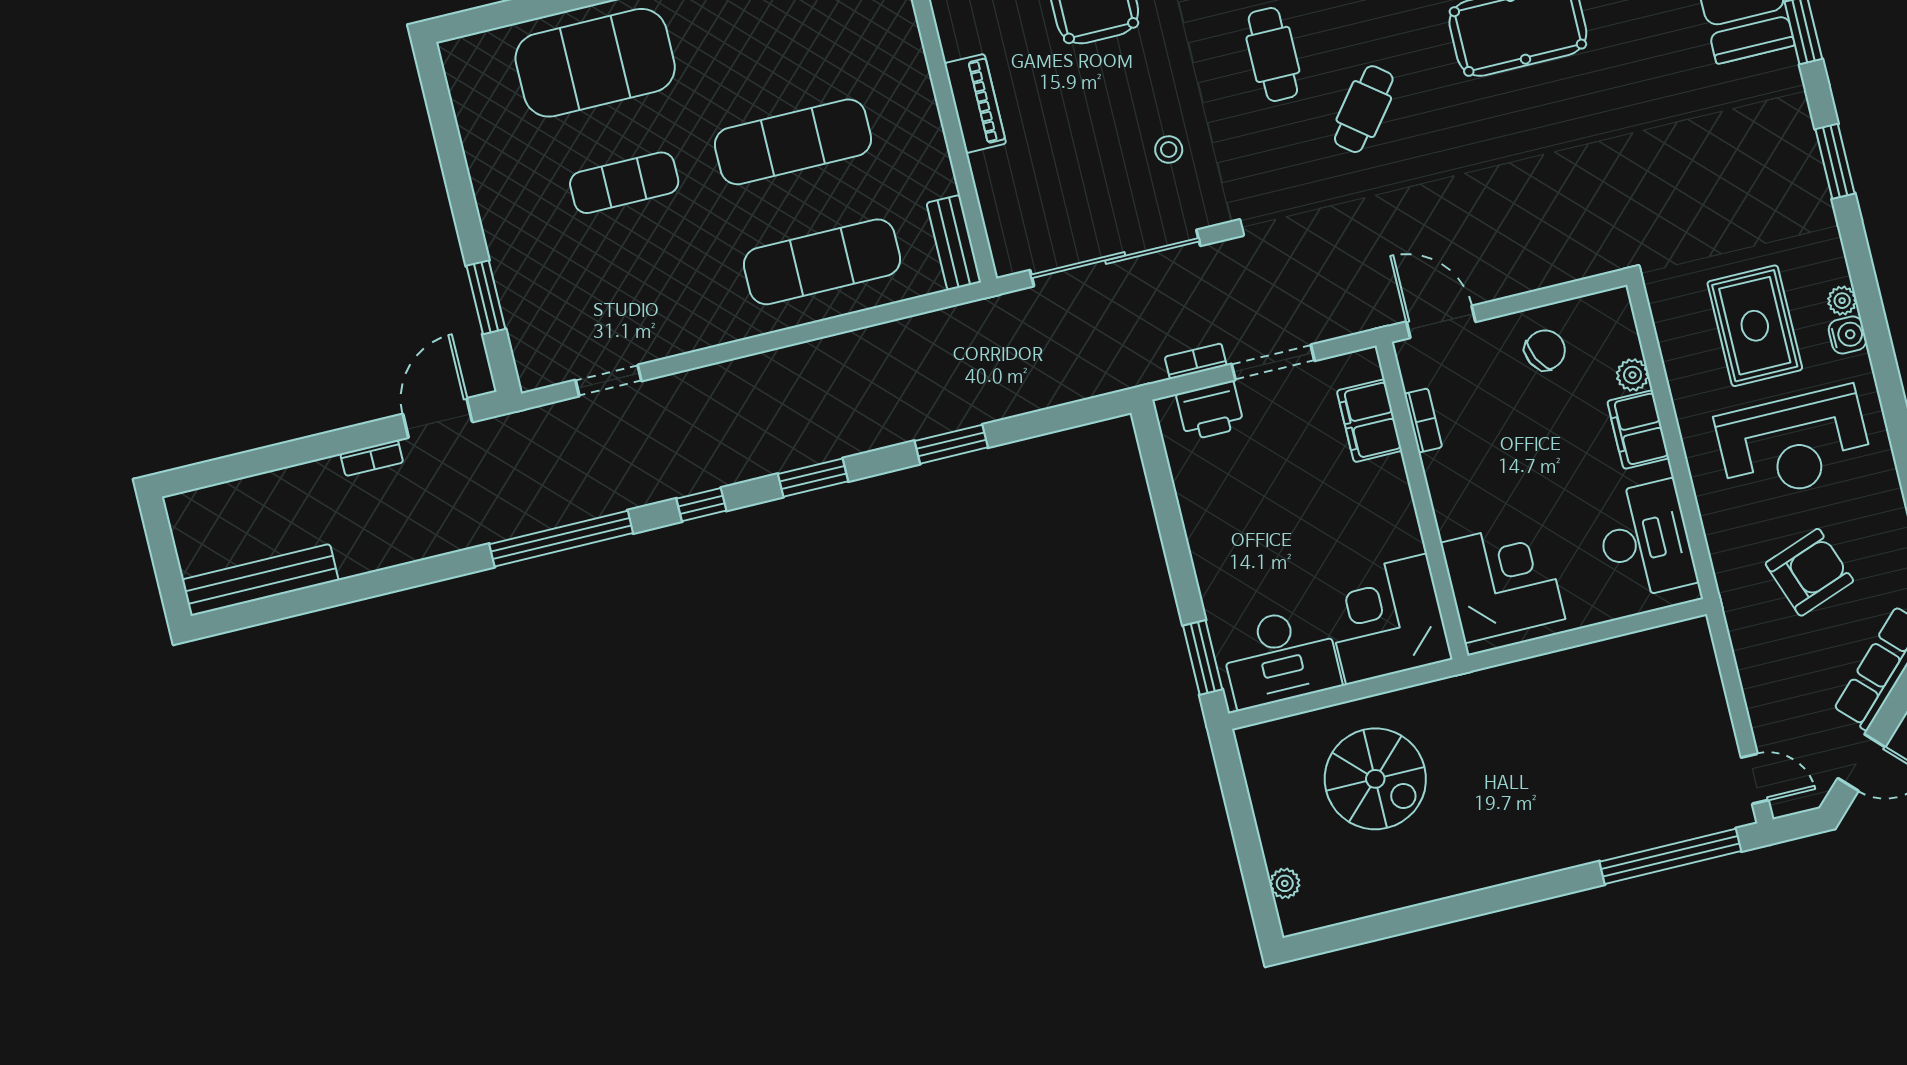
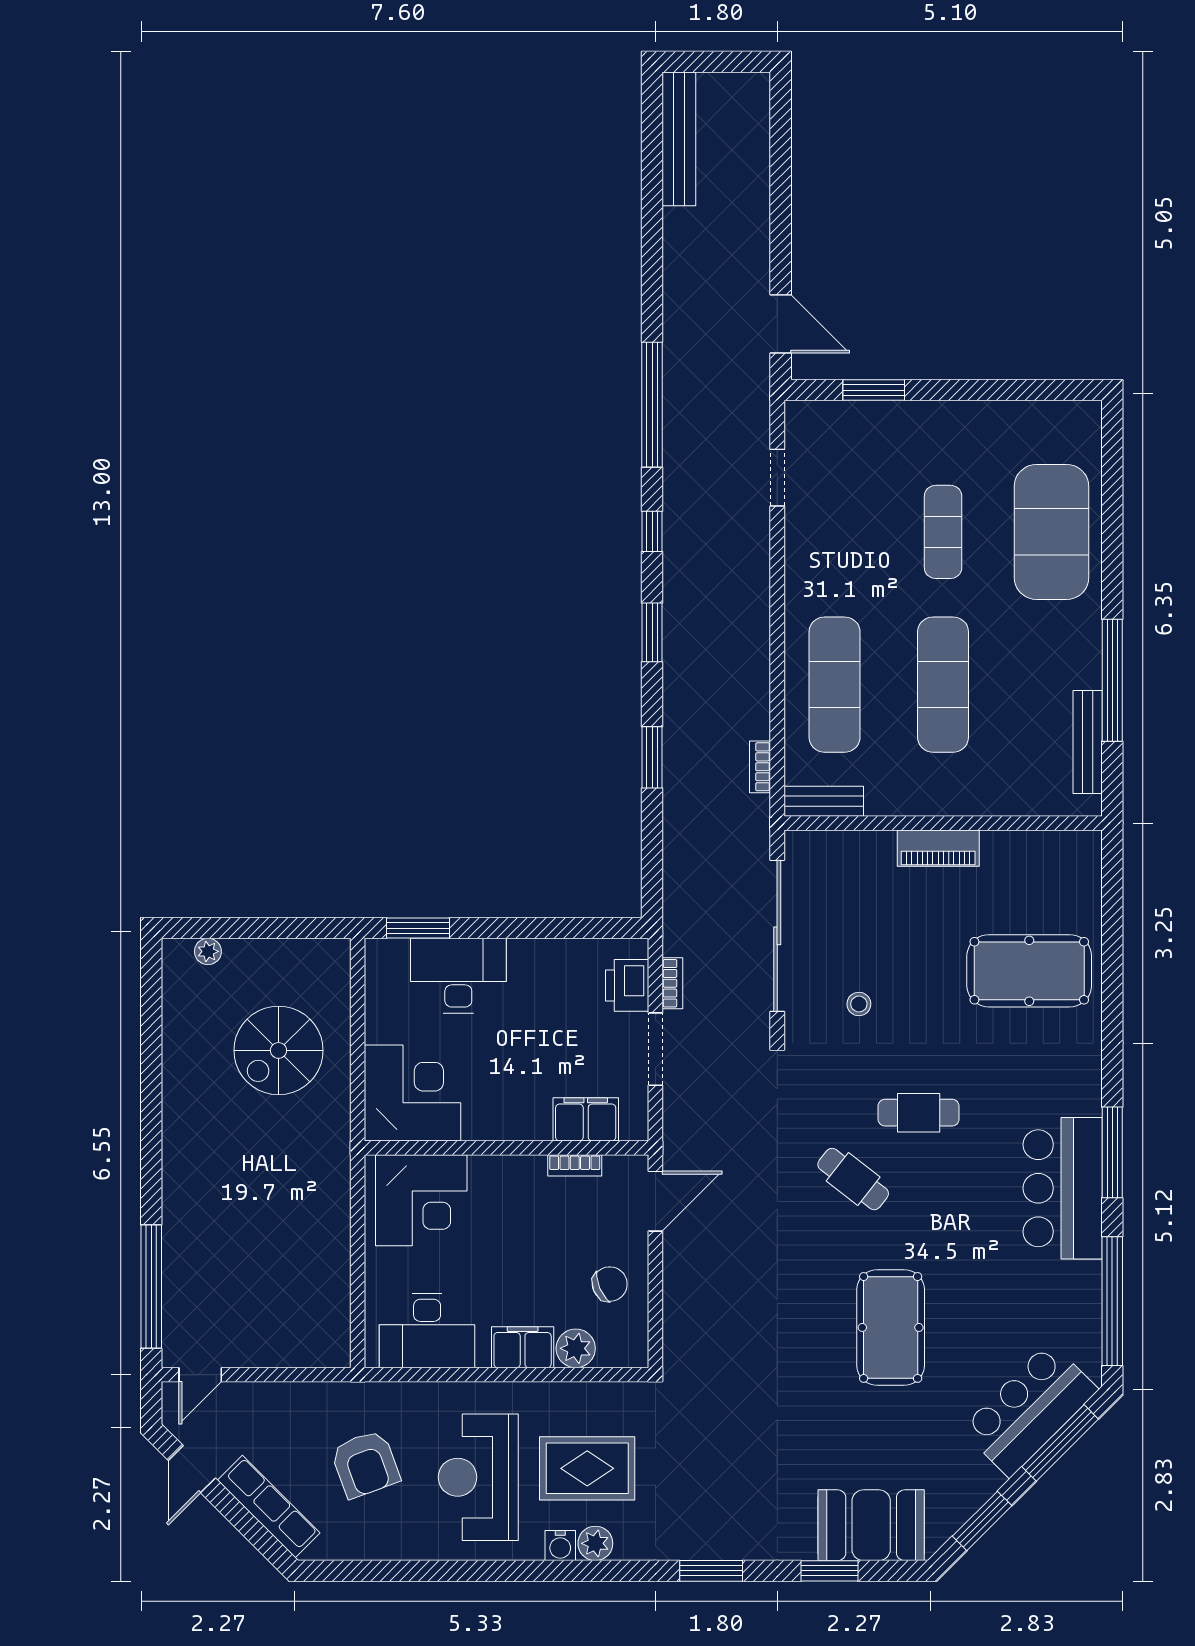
plant: (1842, 301) -> (595, 1543), width x1.38, depth x1.38
chair: (1545, 350) -> (610, 1284), turned -86
plant: (1633, 375) -> (576, 1348), width x1.38, depth x1.38
bookcase: (372, 458) -> (760, 767), moved
desk: (1280, 657) -> (458, 976), moved, turned 90

